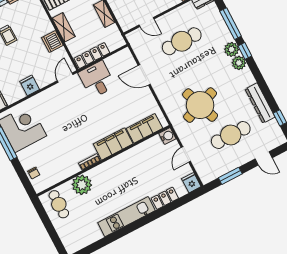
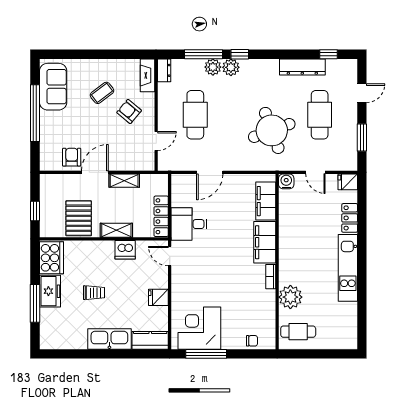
plant: (239, 63) -> (213, 67), moved

